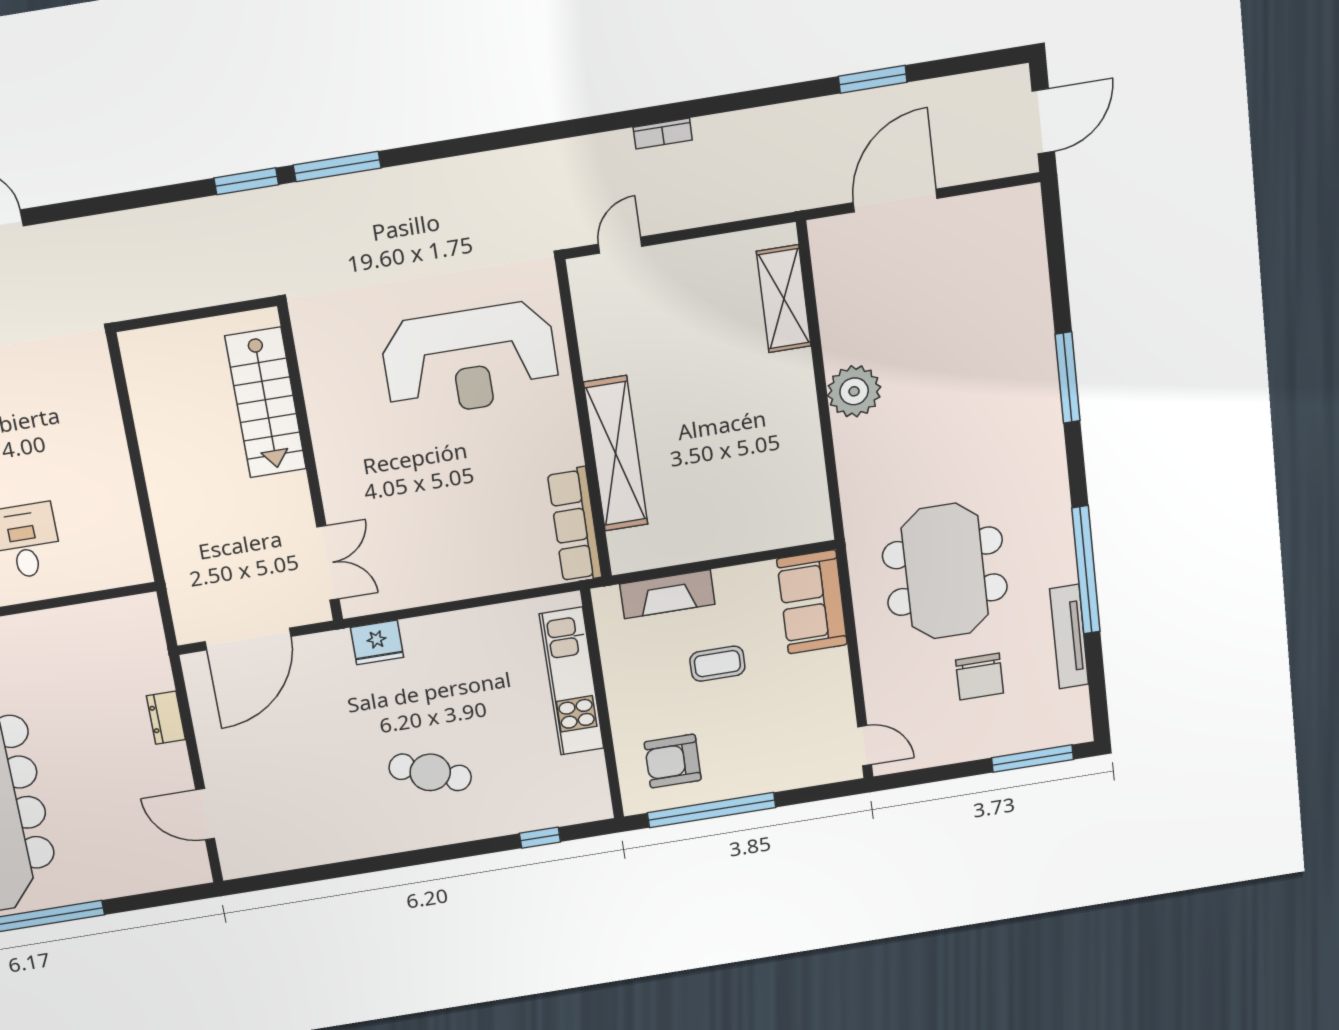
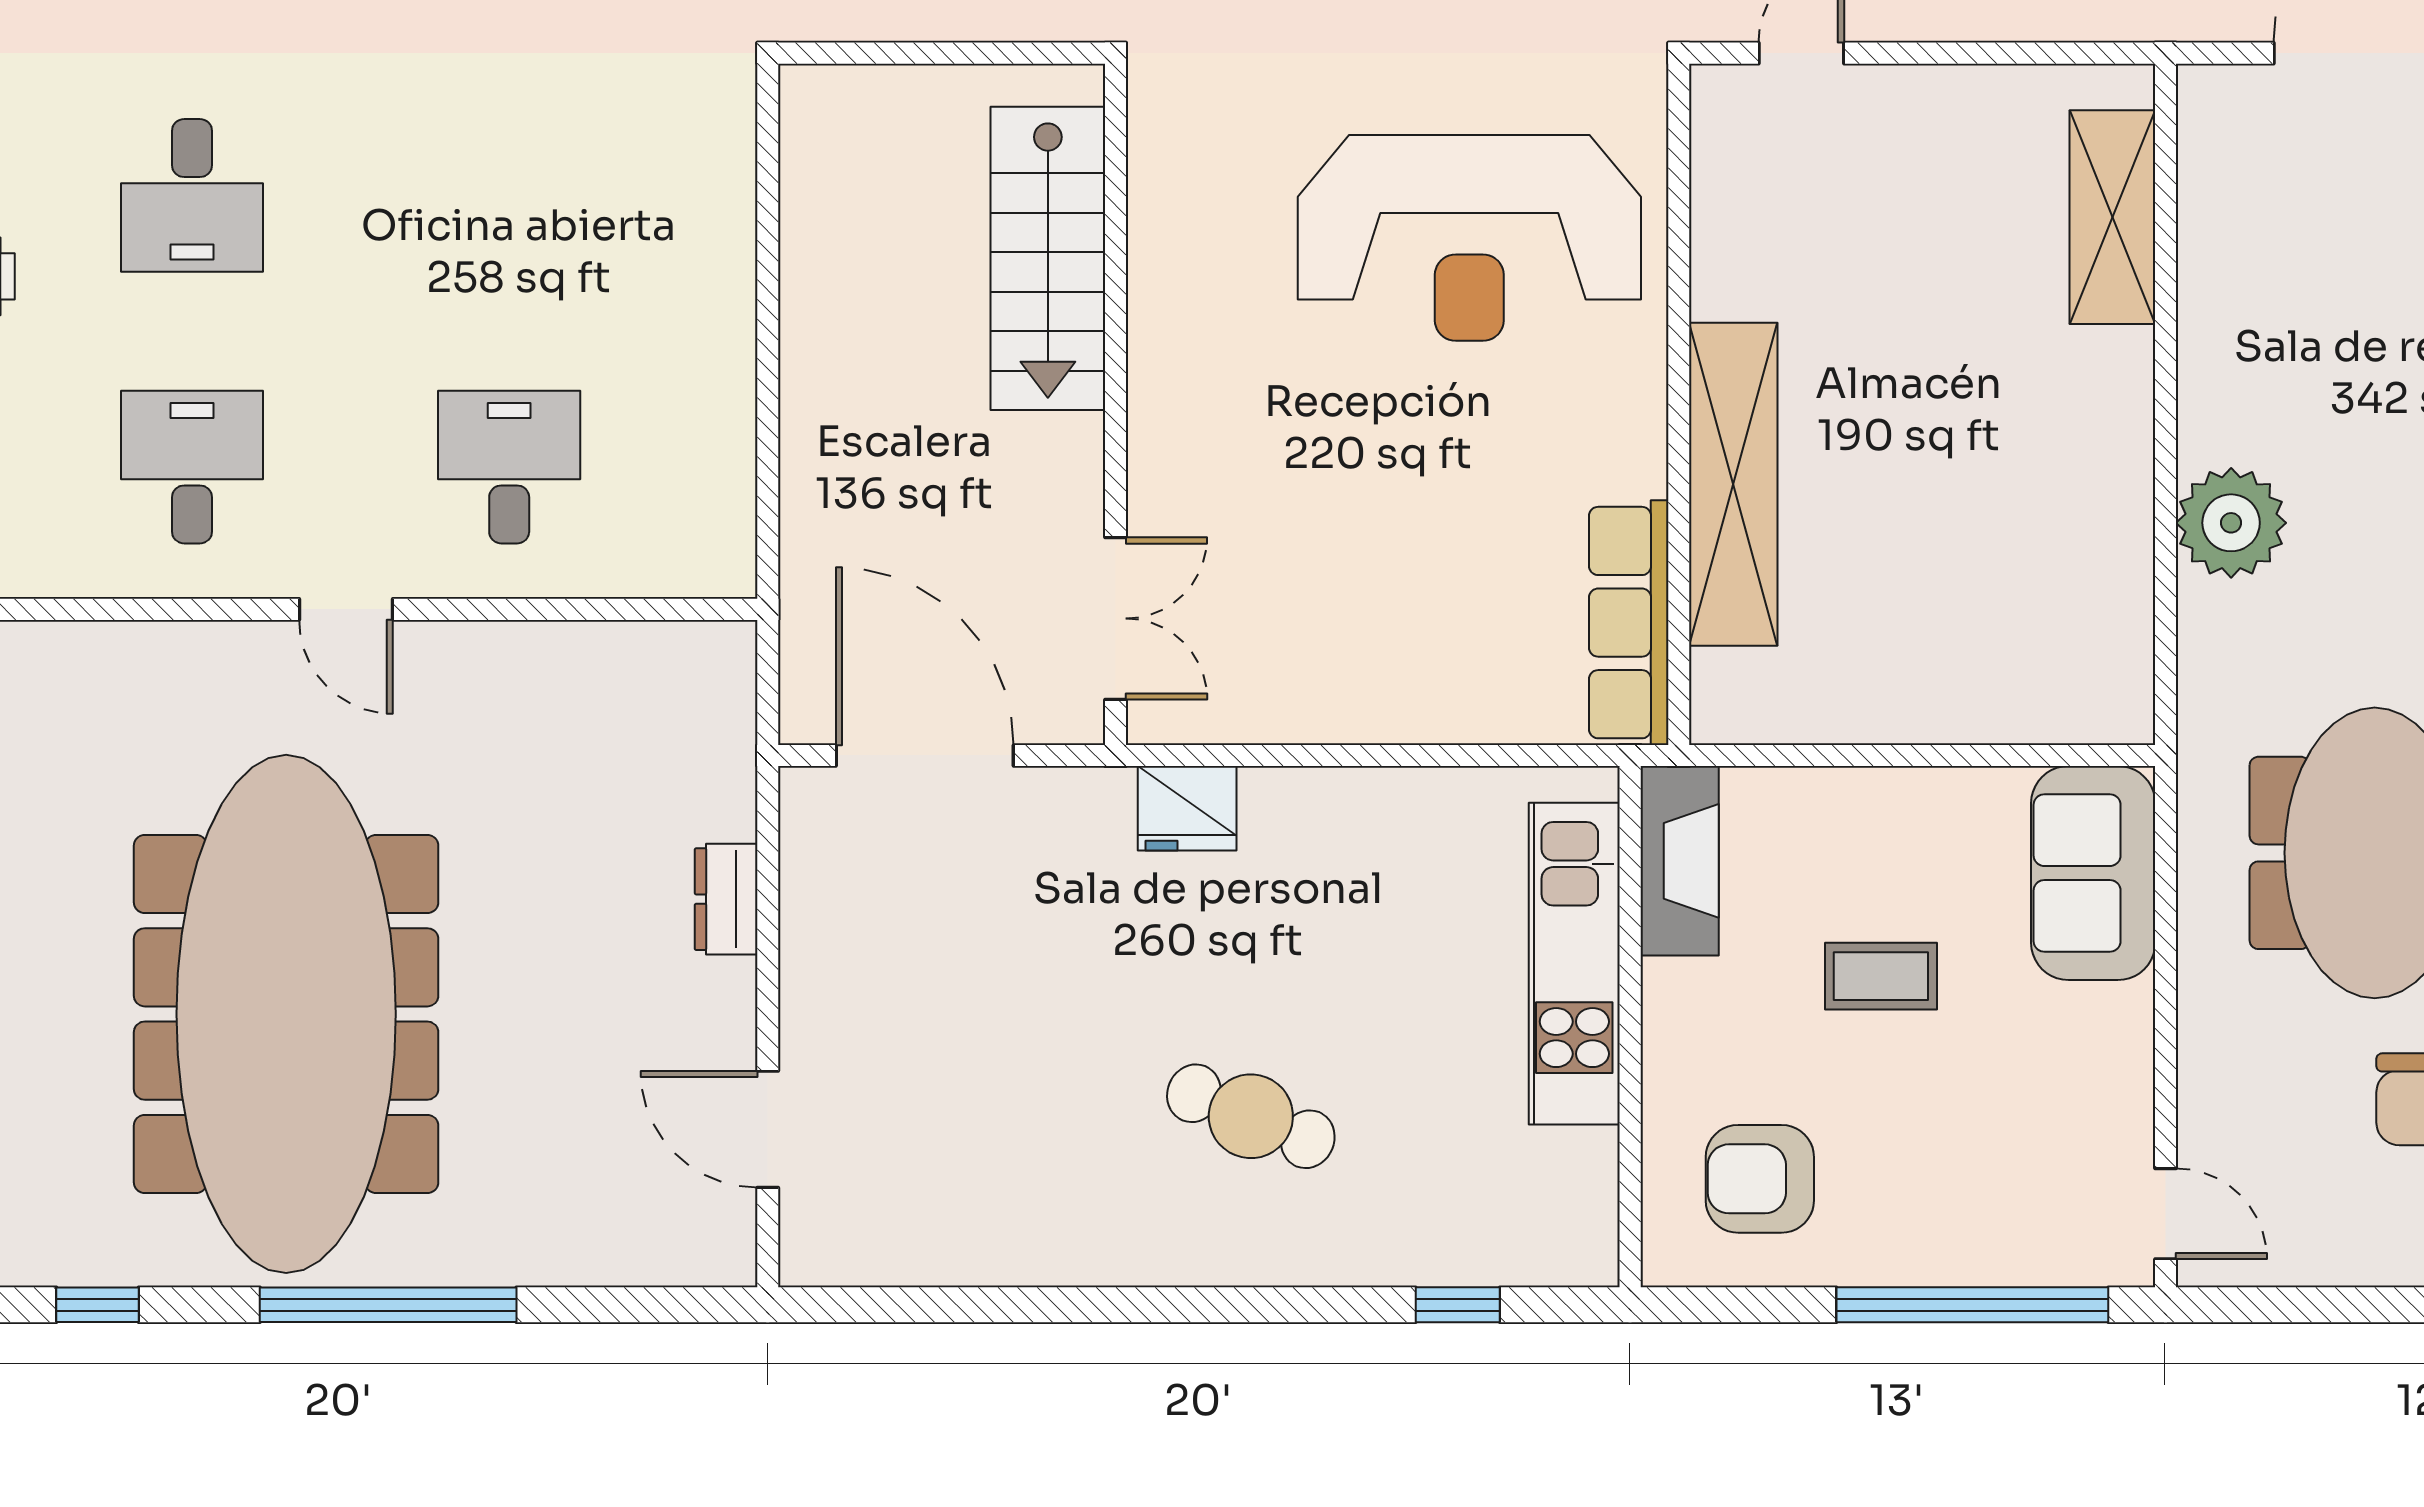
plant: (854, 391) -> (2231, 523), moved
fireplace: (667, 594) -> (1680, 861), moved, turned -90
door: (248, 639) -> (925, 755), swing flipped
window: (711, 810) -> (1972, 1305), moved

